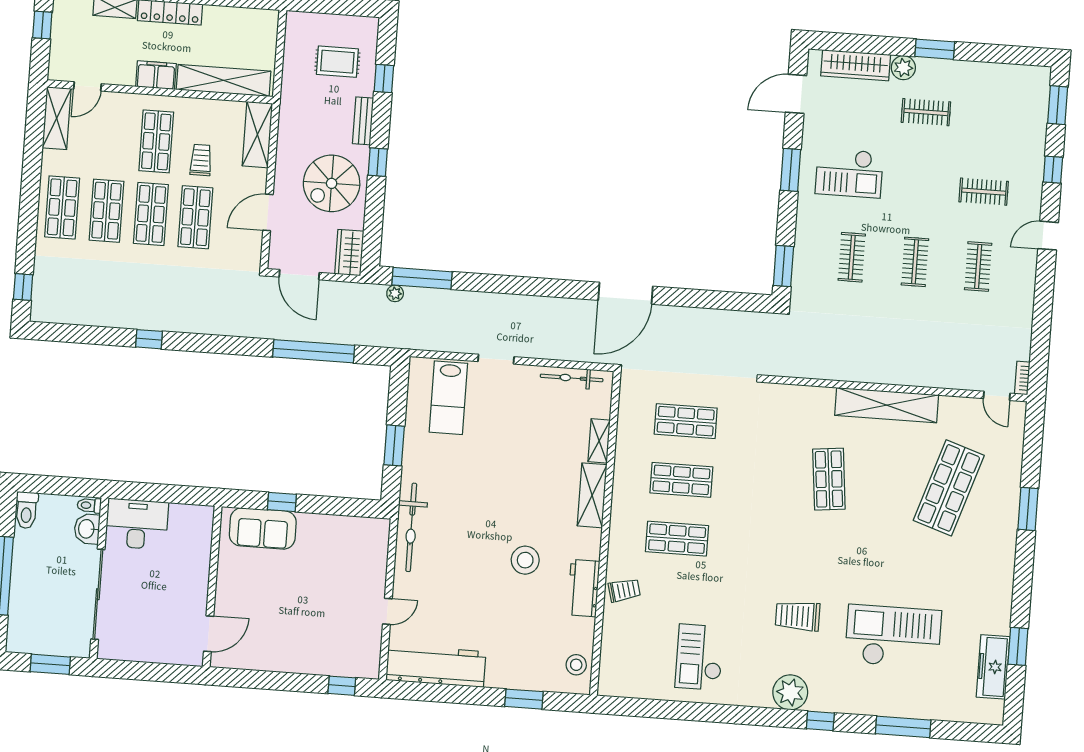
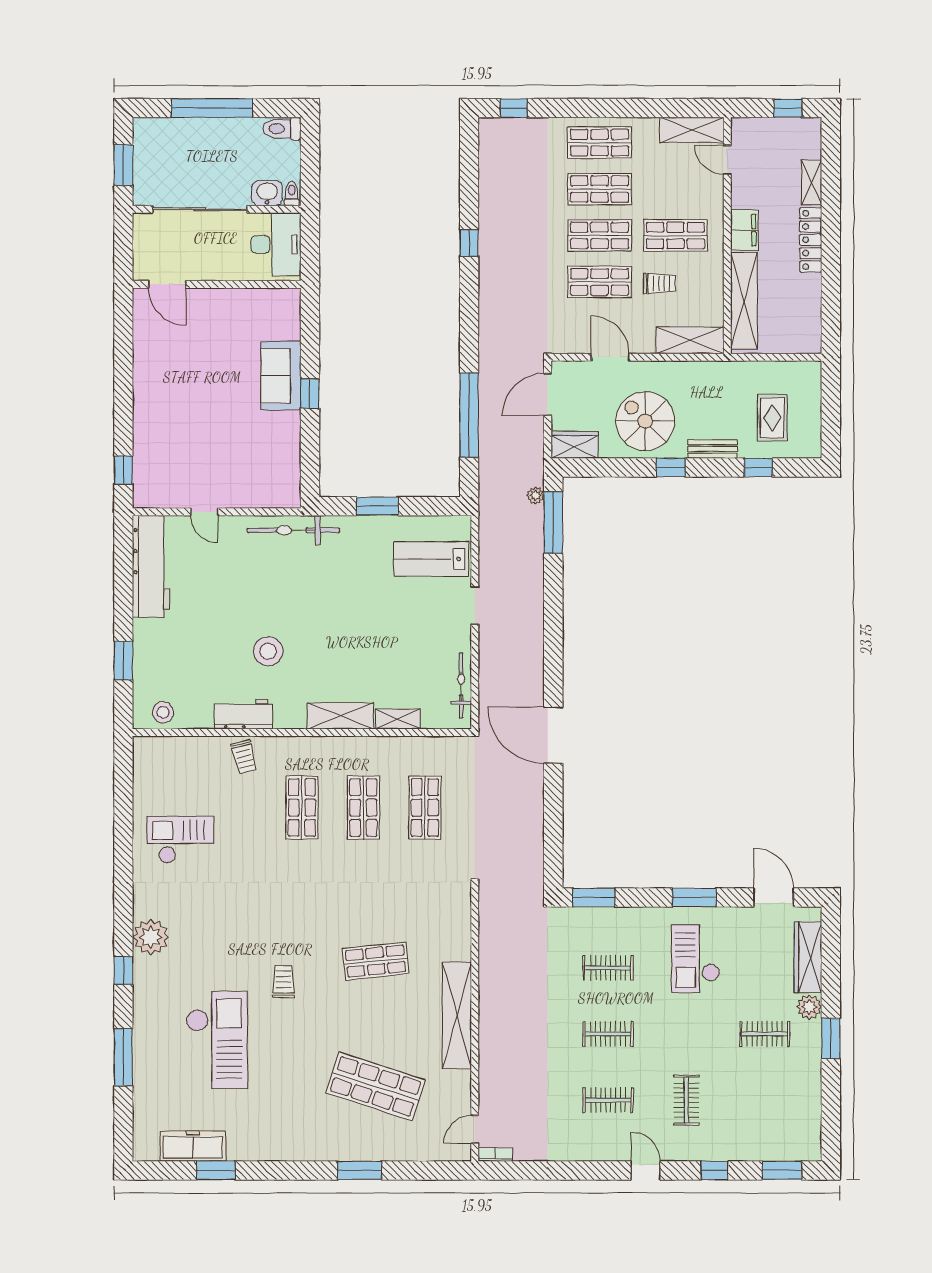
clothes rail: (926, 112) -> (765, 1034), turned 90
wall: (212, 587) -> (217, 284), moved
trolley: (798, 616) -> (283, 982), moved, width x0.73, depth x0.72
door: (209, 634) -> (167, 284), moved

